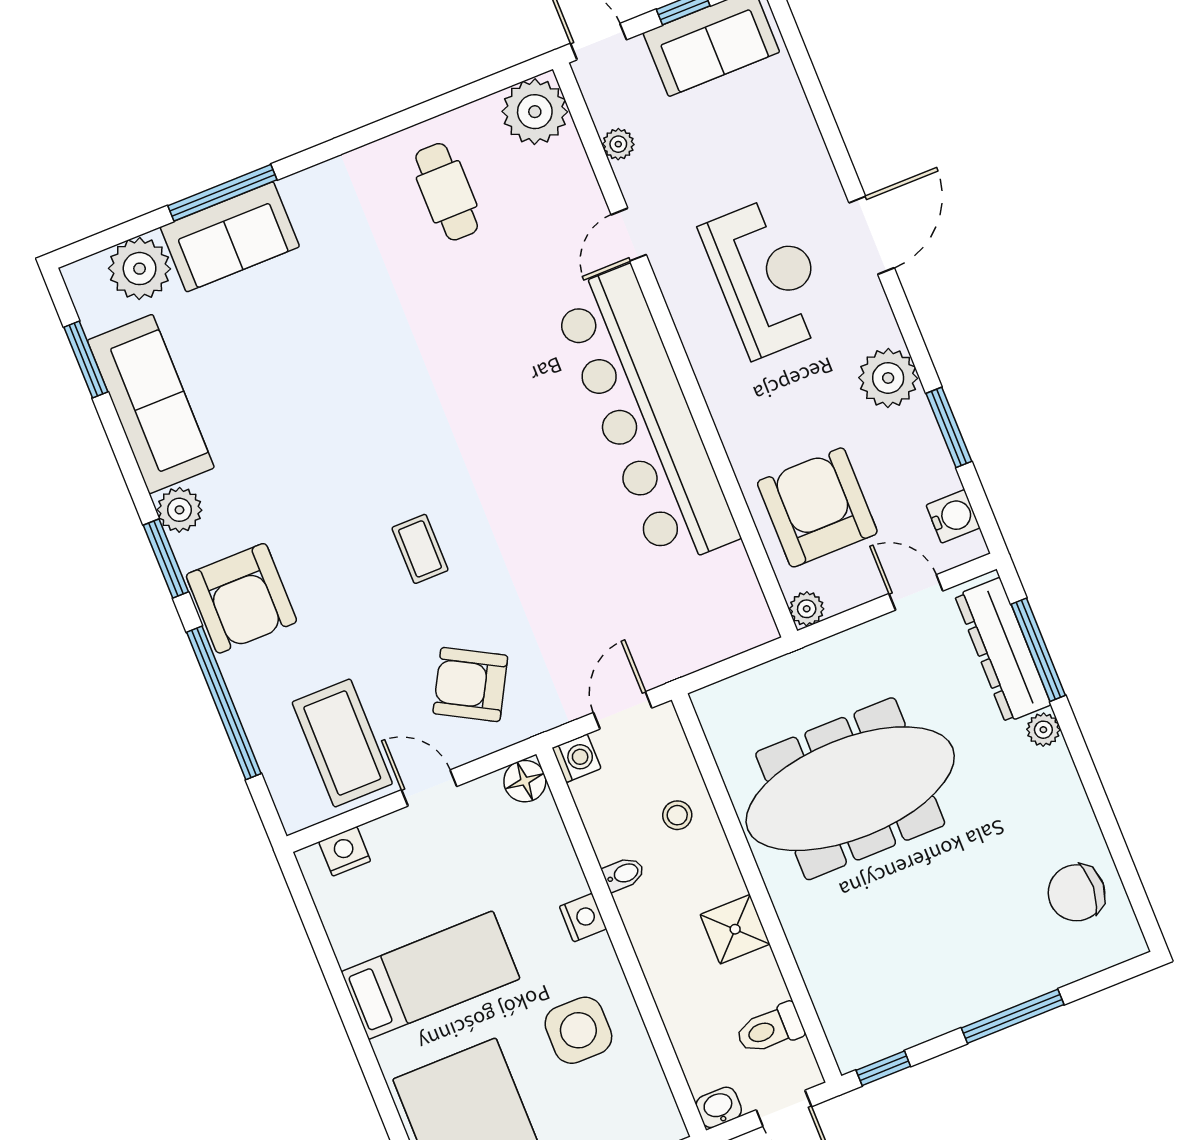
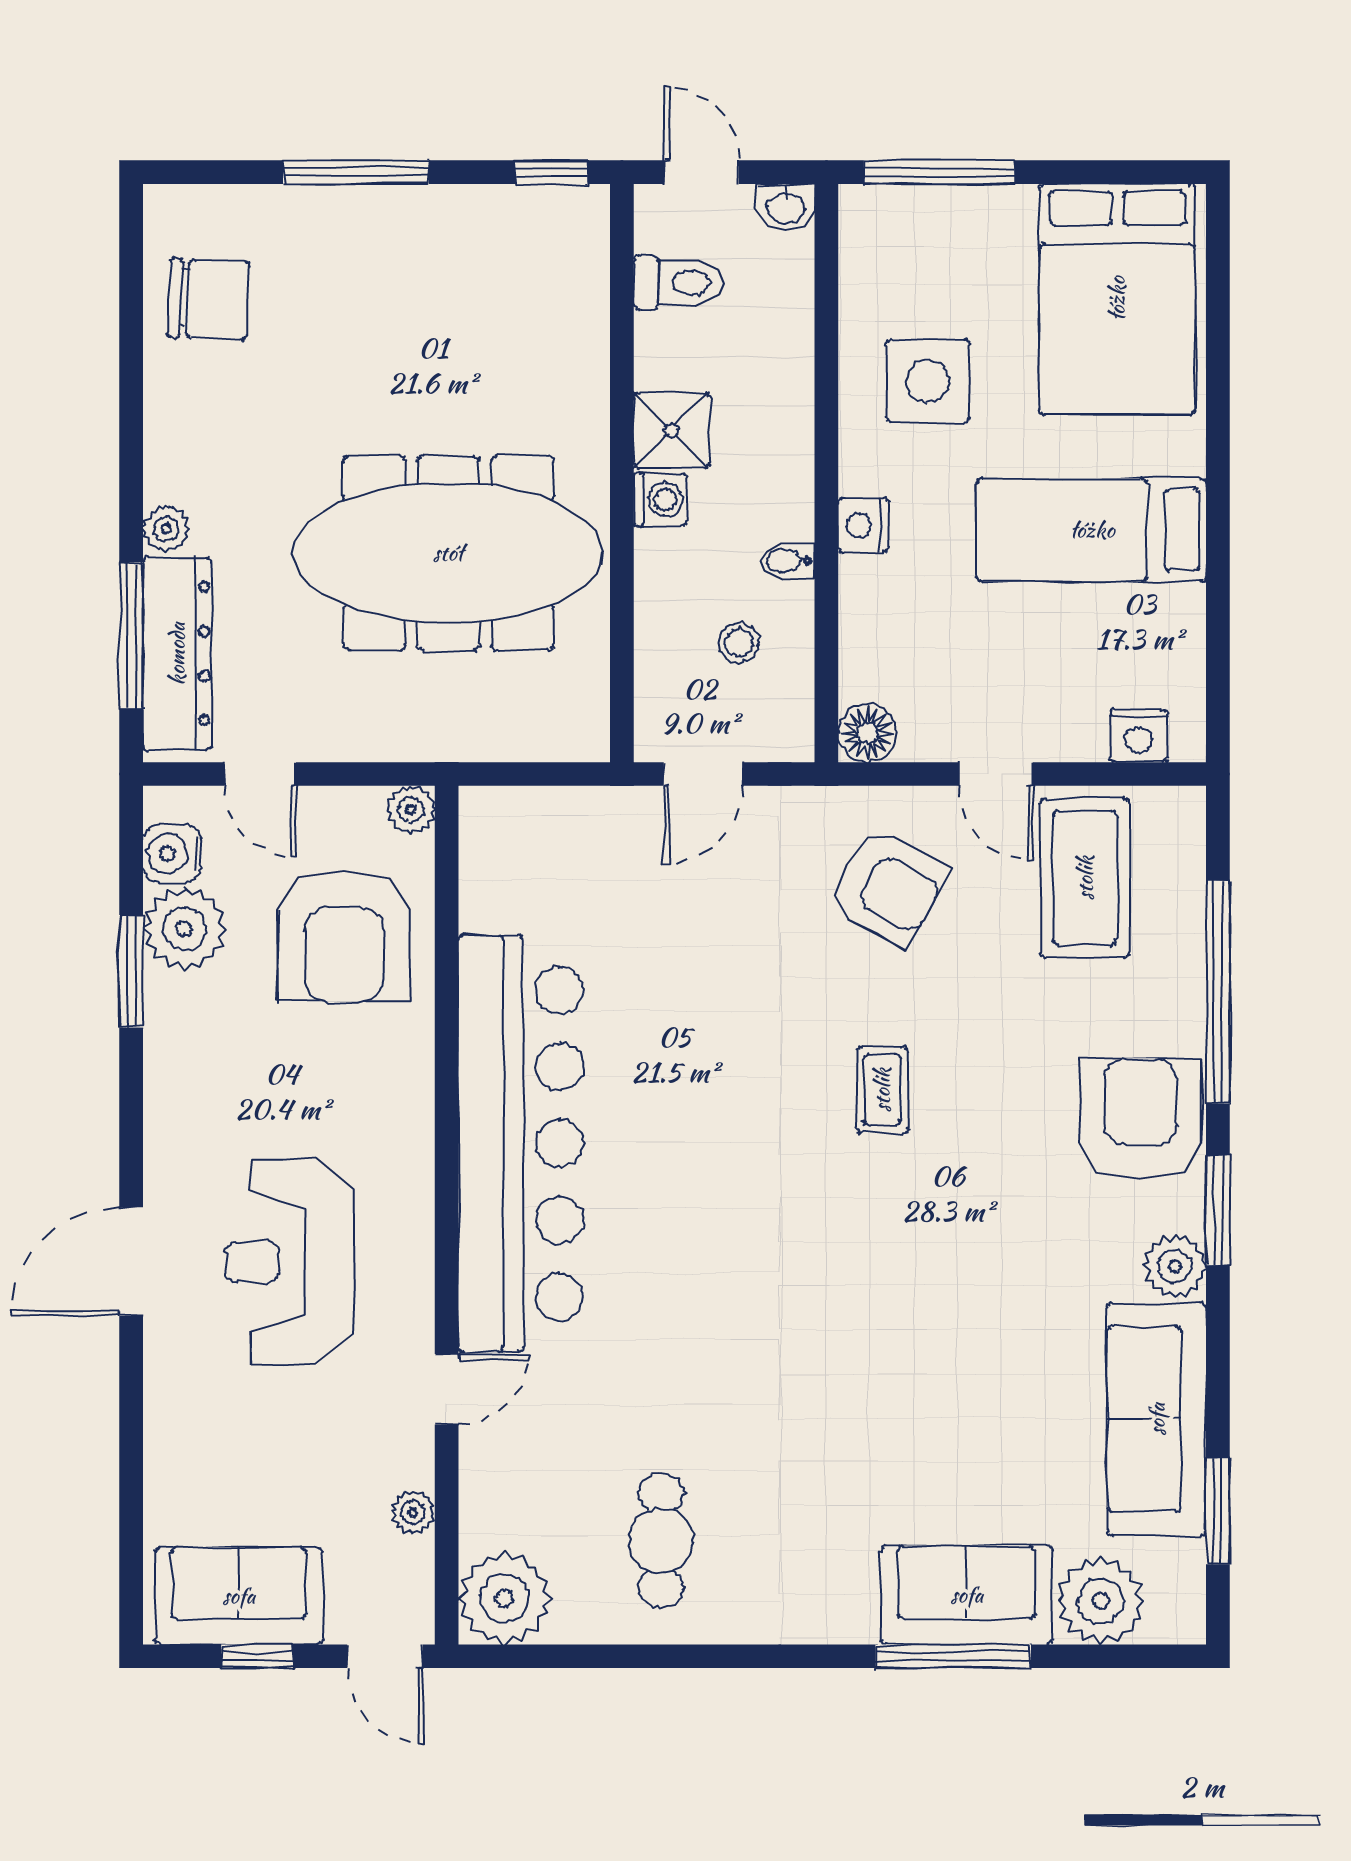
plant: (888, 378) -> (184, 929), moved
washing machine: (577, 758) -> (660, 499), moved, turned 180
stool: (677, 815) -> (739, 643), moved

